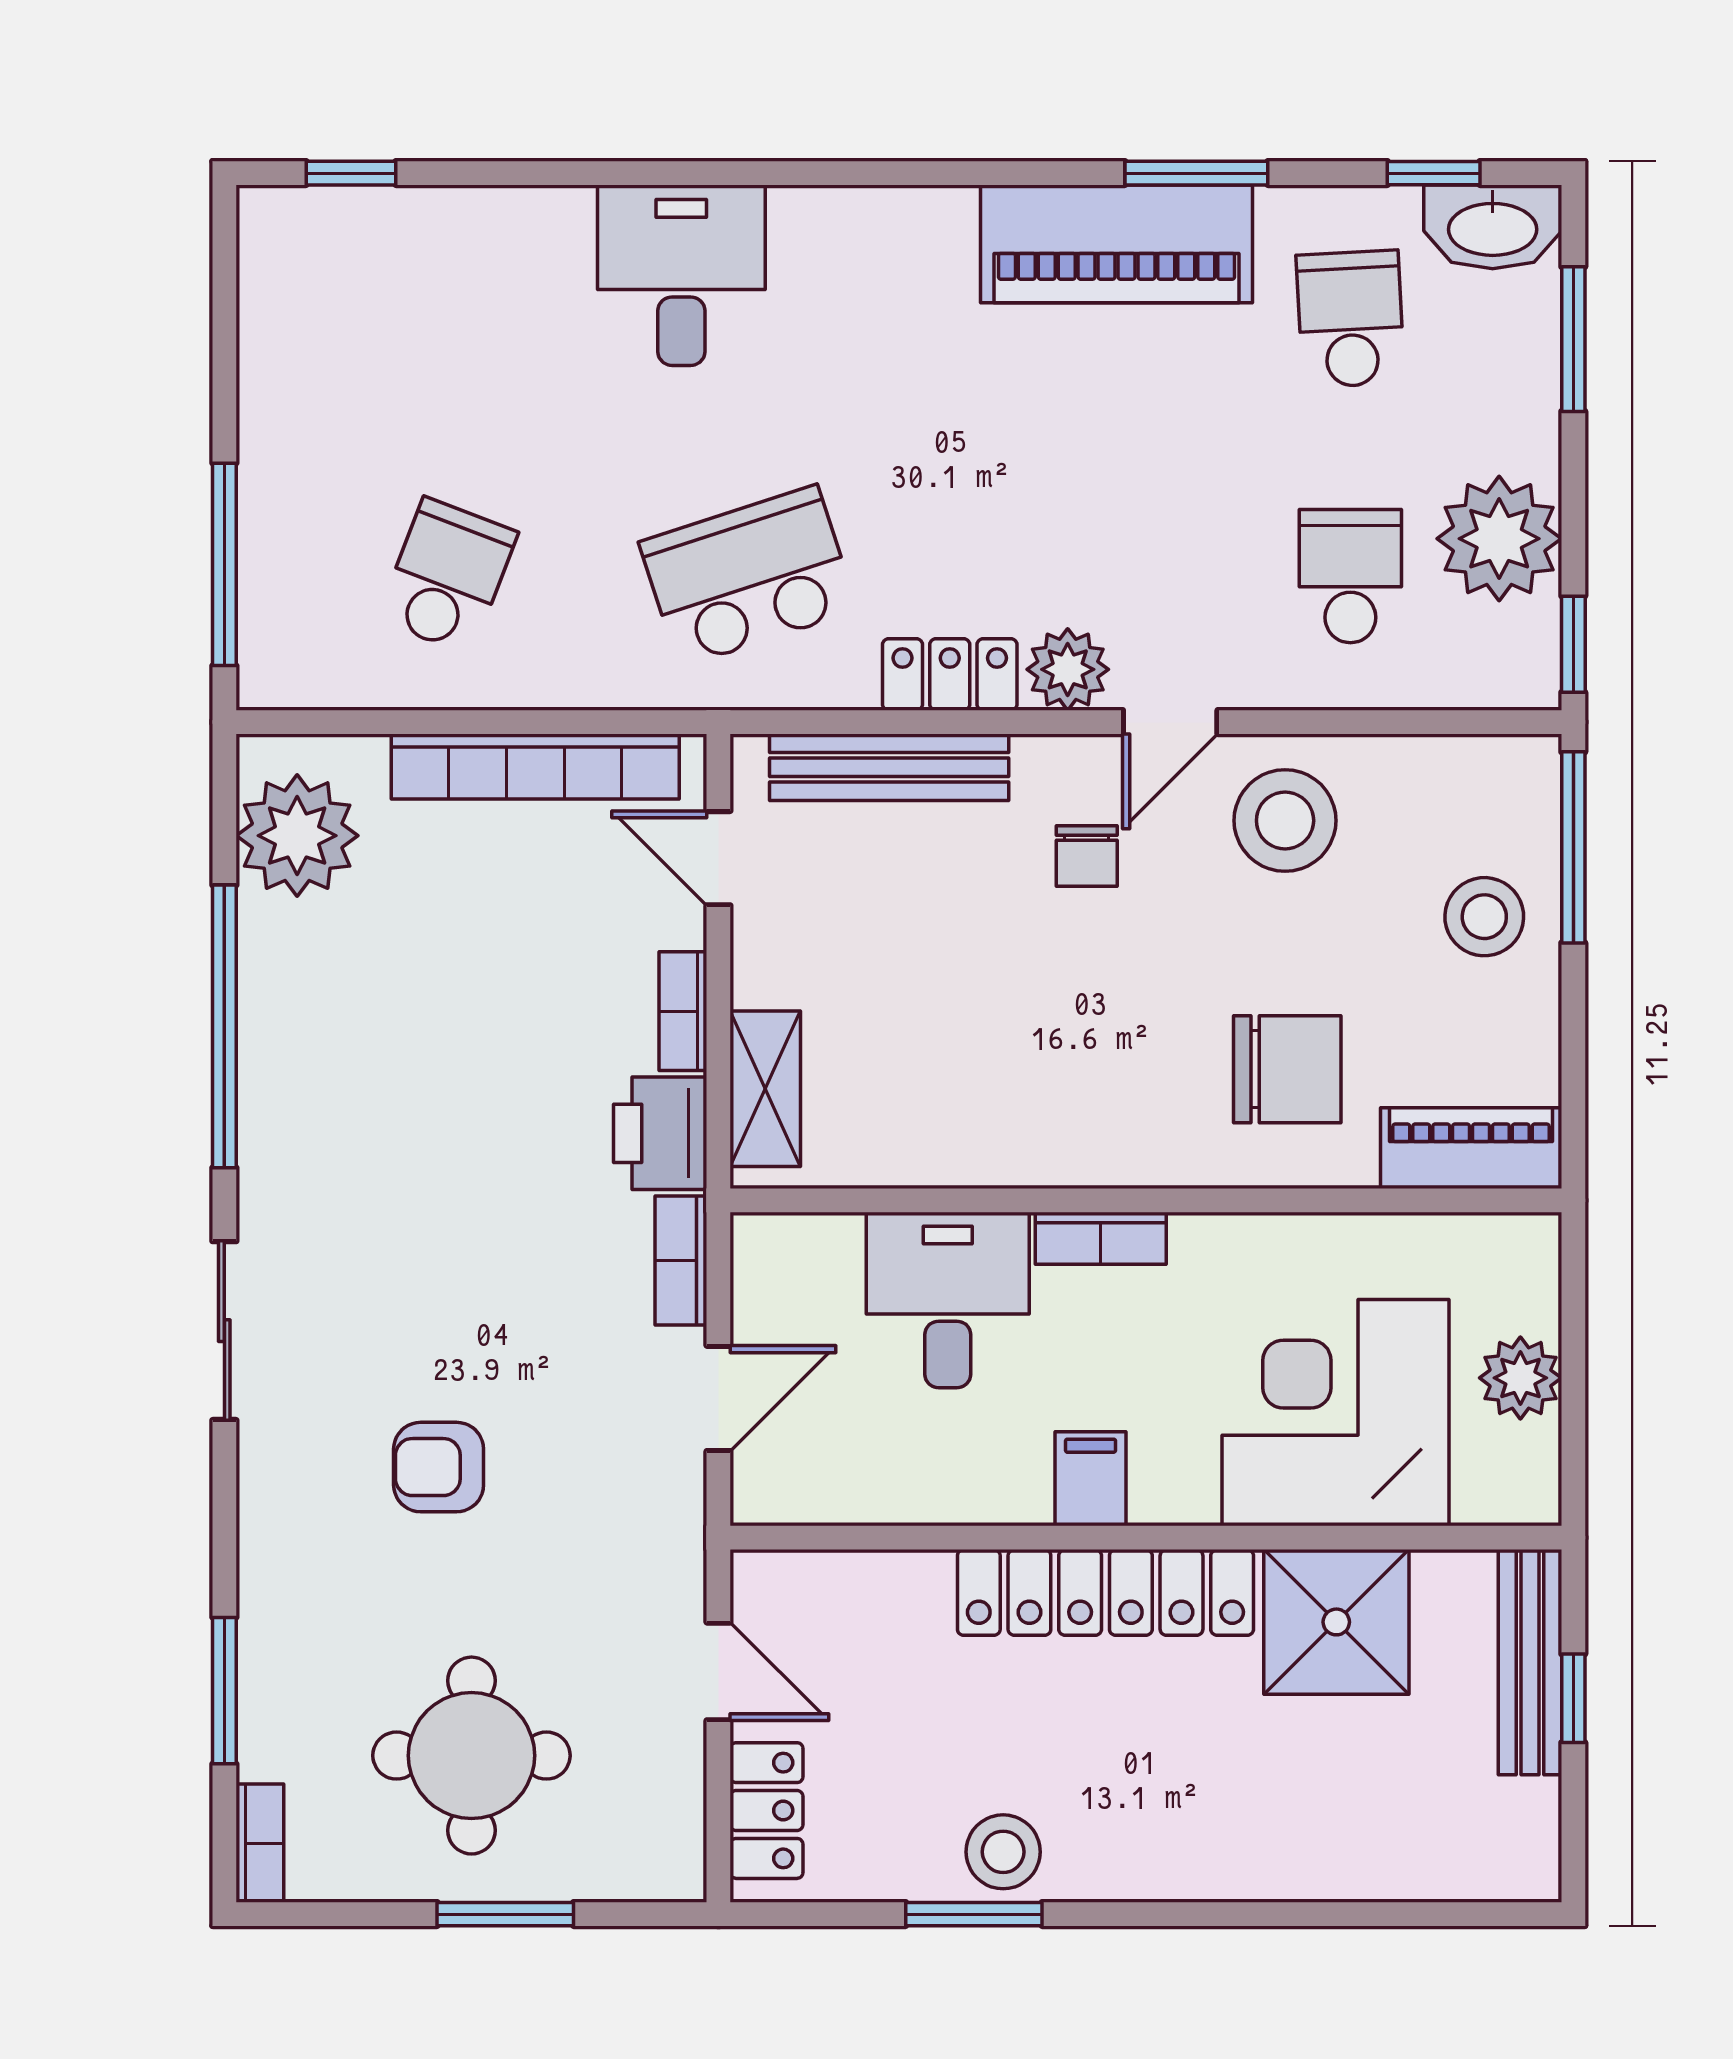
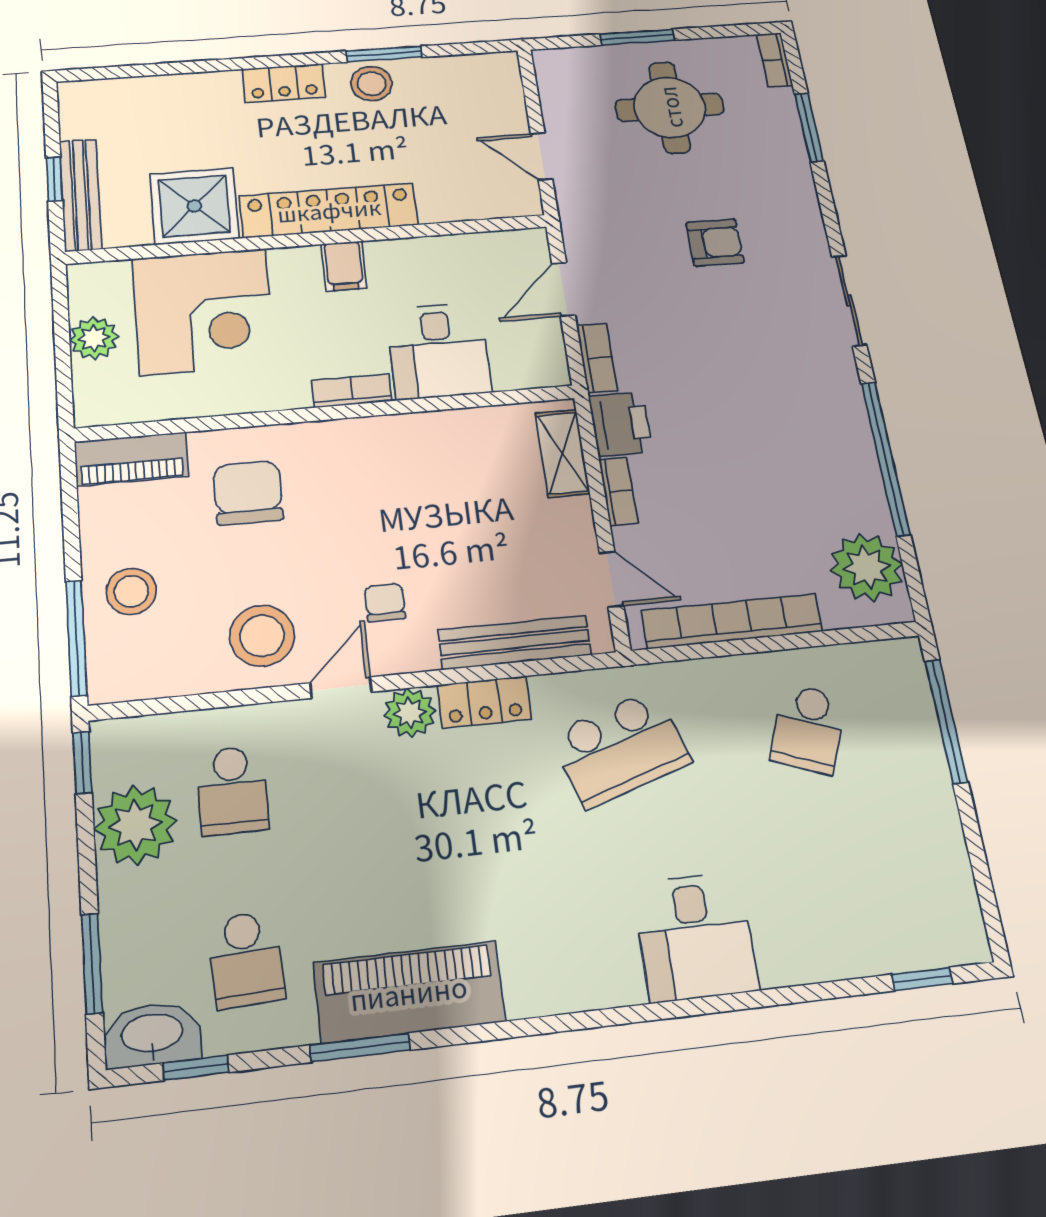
chair: (1287, 1069) -> (248, 493), turned 90
locker: (767, 1811) -> (284, 83), moved, turned -90

